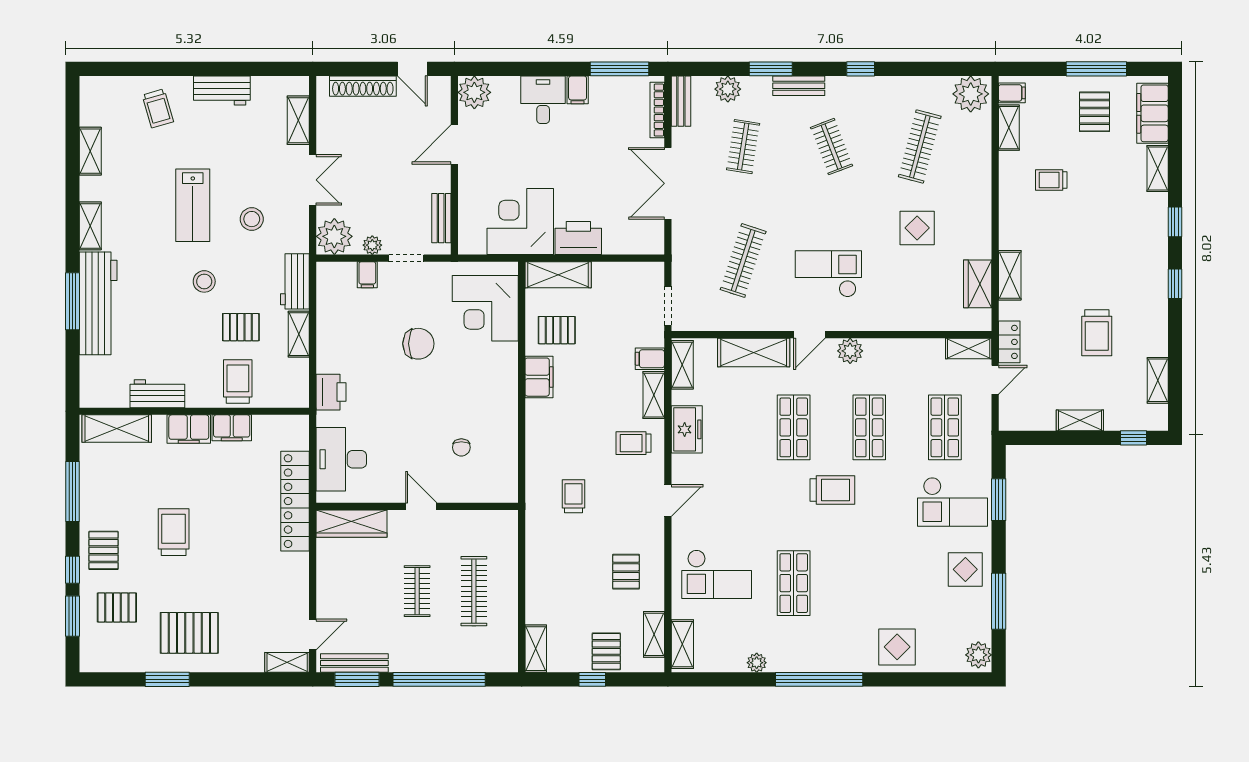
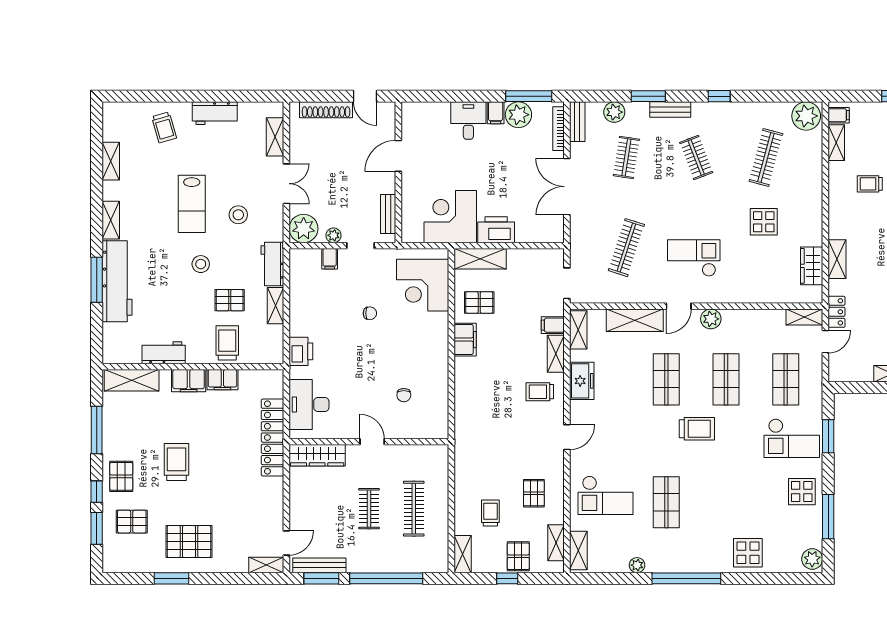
plant: (474, 92) -> (518, 115), moved
chair: (418, 344) -> (370, 313), width x0.54, depth x0.54
trolley: (573, 496) -> (490, 513), moved

